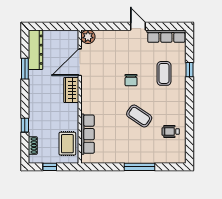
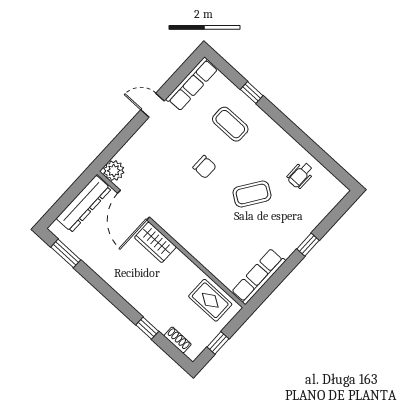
dresser: (36, 50) -> (84, 204), moved, turned 90
window: (25, 69) -> (66, 253), moved
row of seats: (88, 134) -> (259, 276), moved, turned -90
window: (140, 167) -> (308, 245), width x0.46

